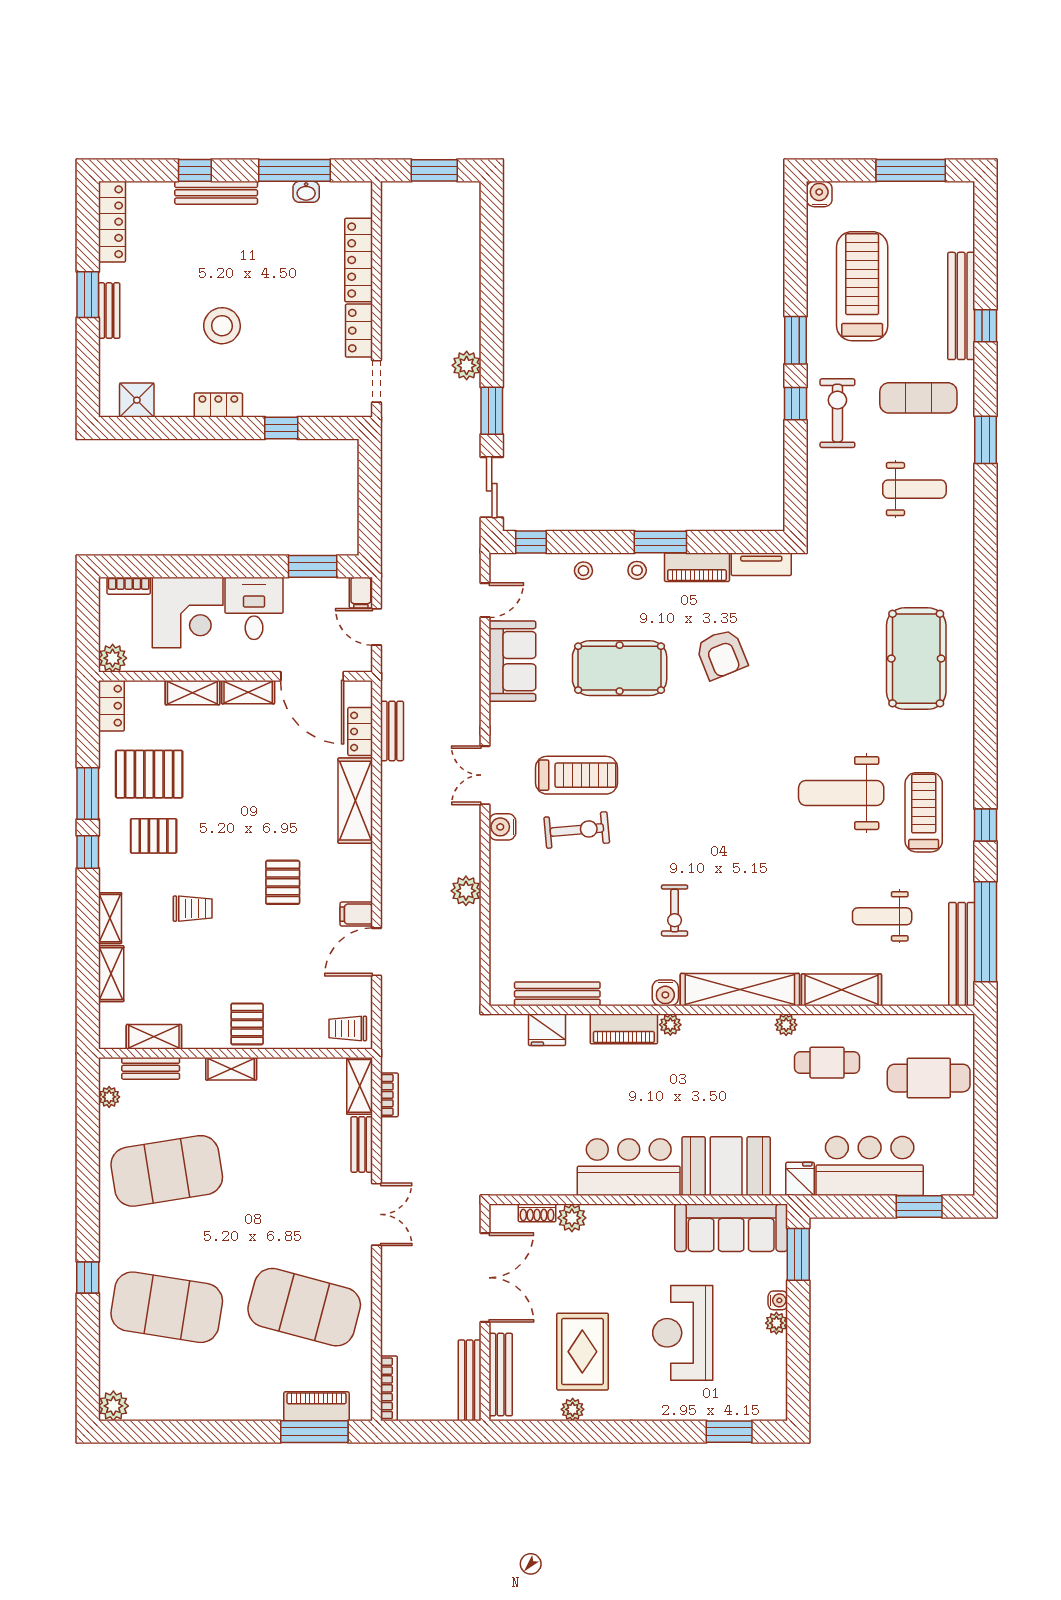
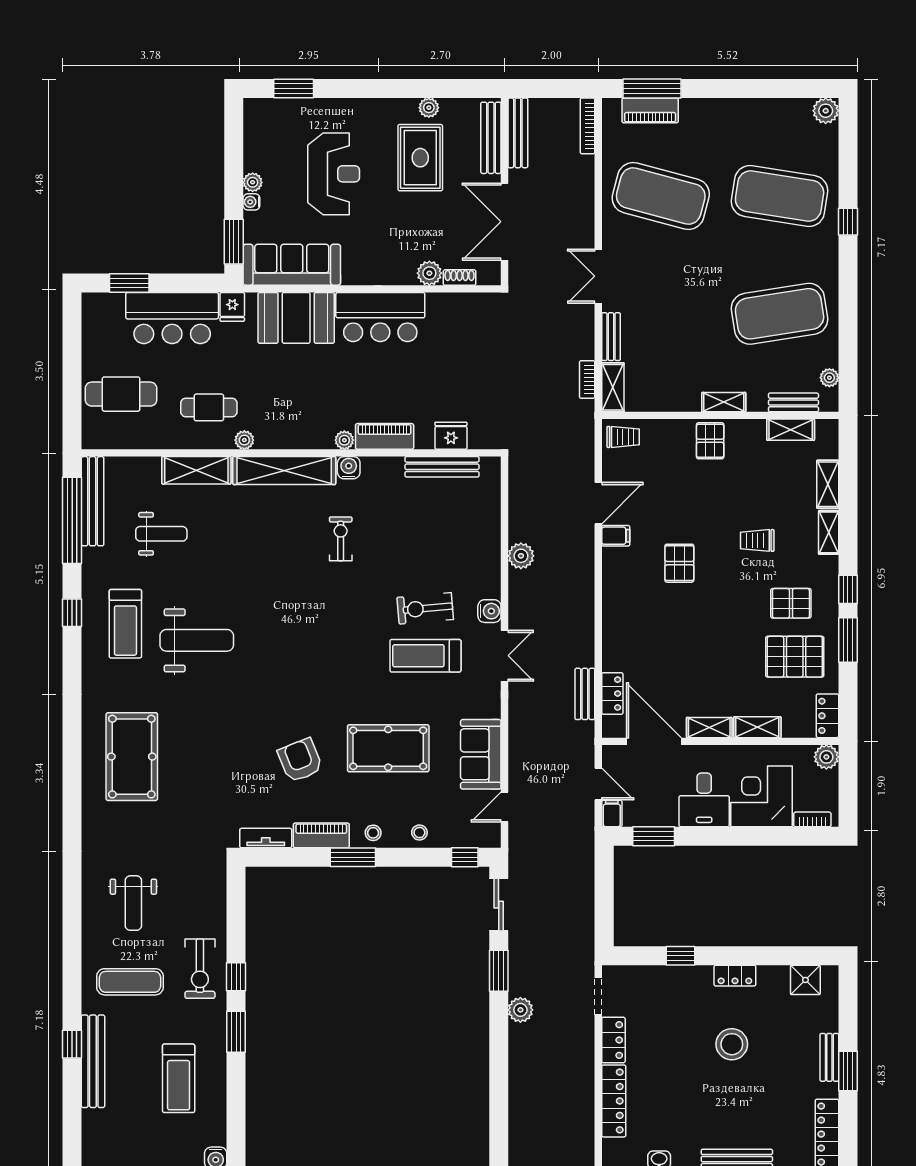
treadmill: (862, 286) -> (179, 1078), width x0.73, depth x0.73
window: (985, 440) -> (72, 946), removed
weight bench: (914, 489) -> (133, 903), turned -90
shelving: (355, 801) -> (617, 634), removed

